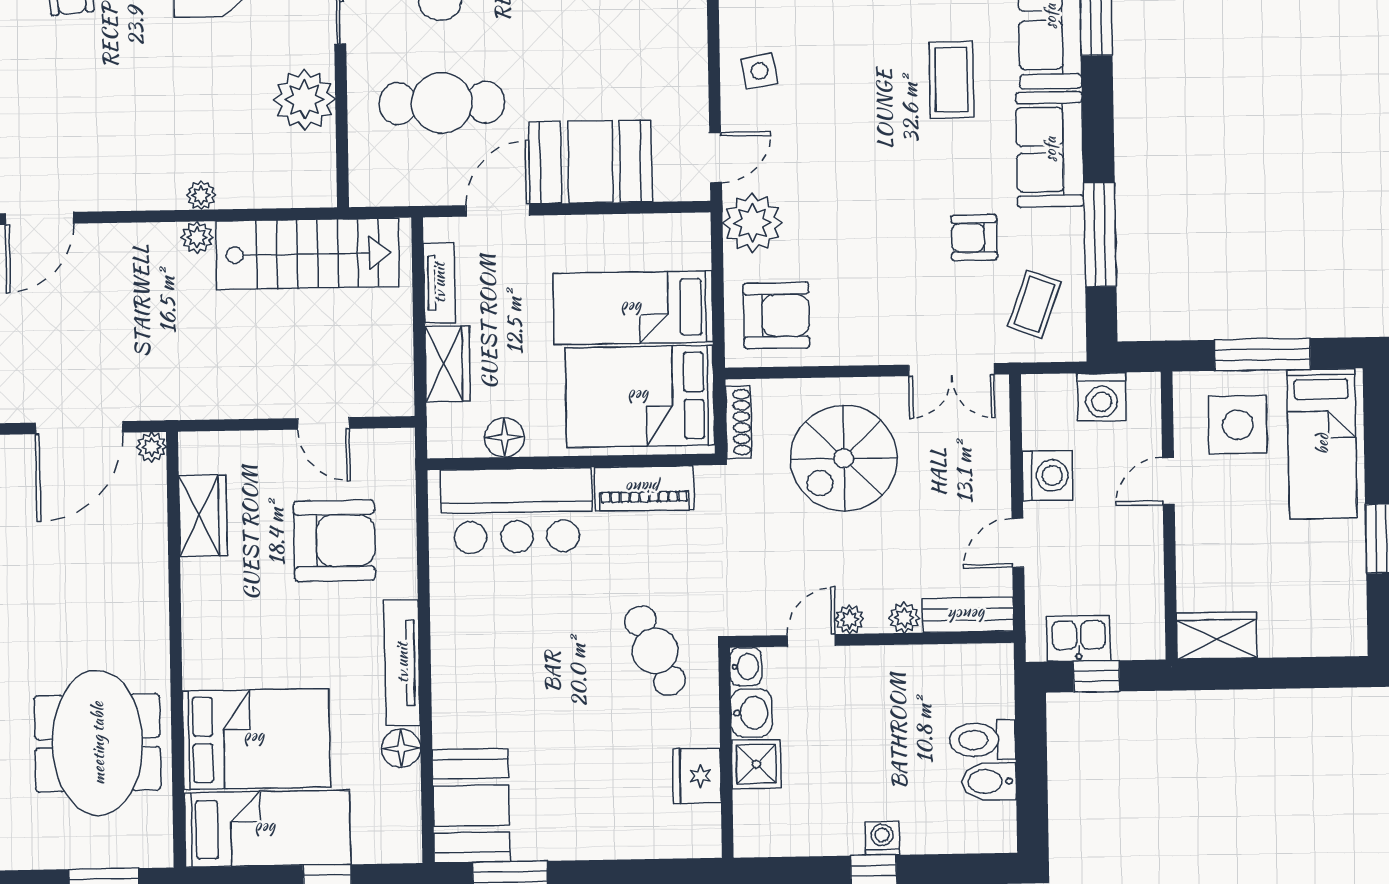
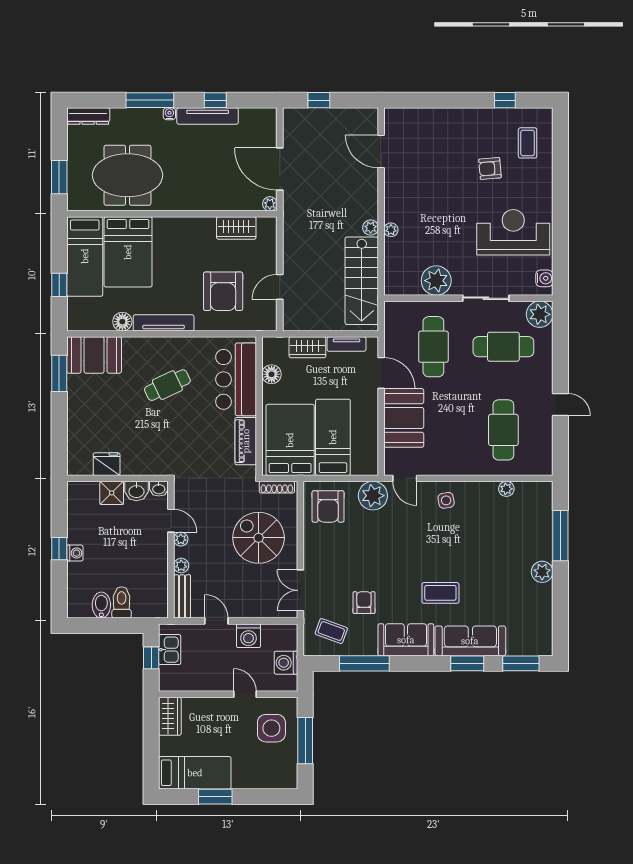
bed: (1322, 444) -> (195, 773), moved, turned 180
cafe table: (655, 651) -> (167, 385), moved

